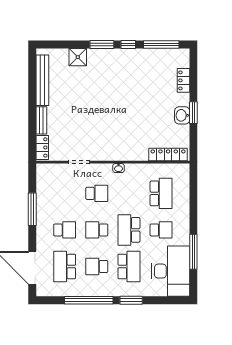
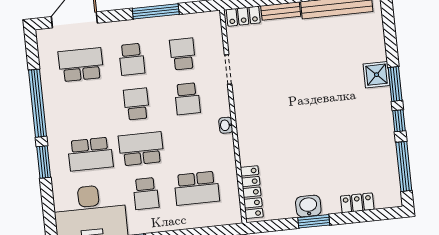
shower: (78, 57) -> (376, 75), moved
school desk: (97, 266) -> (183, 54), moved

